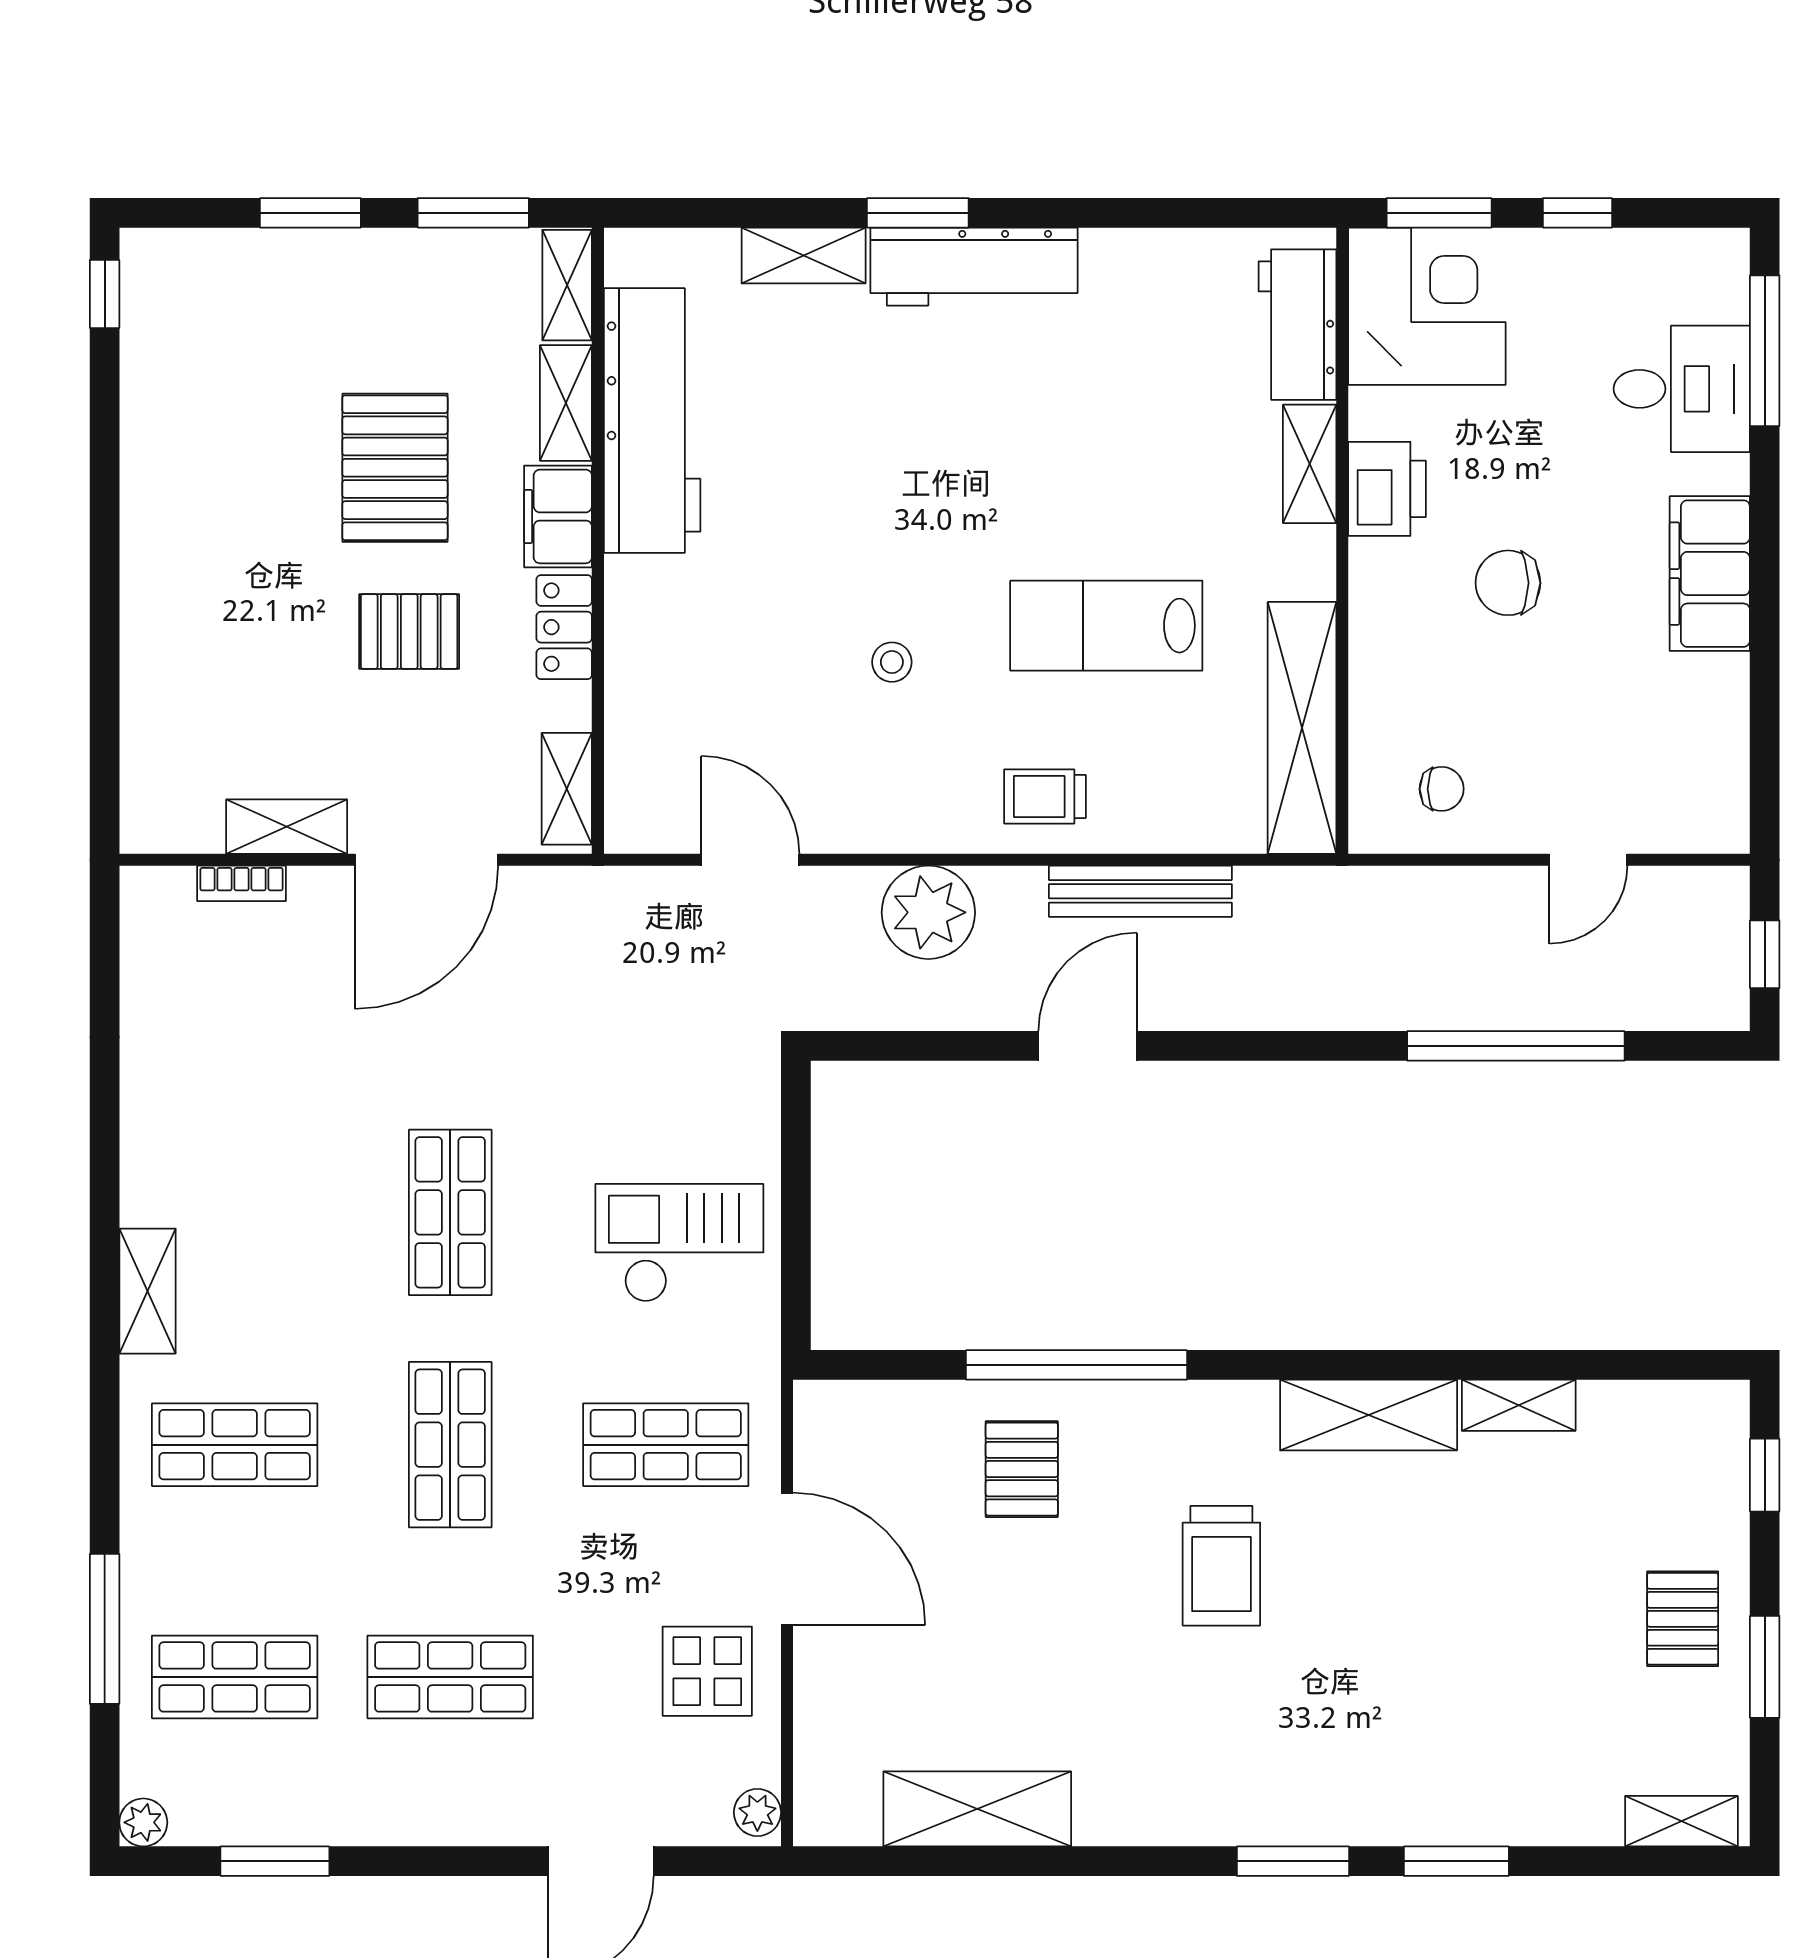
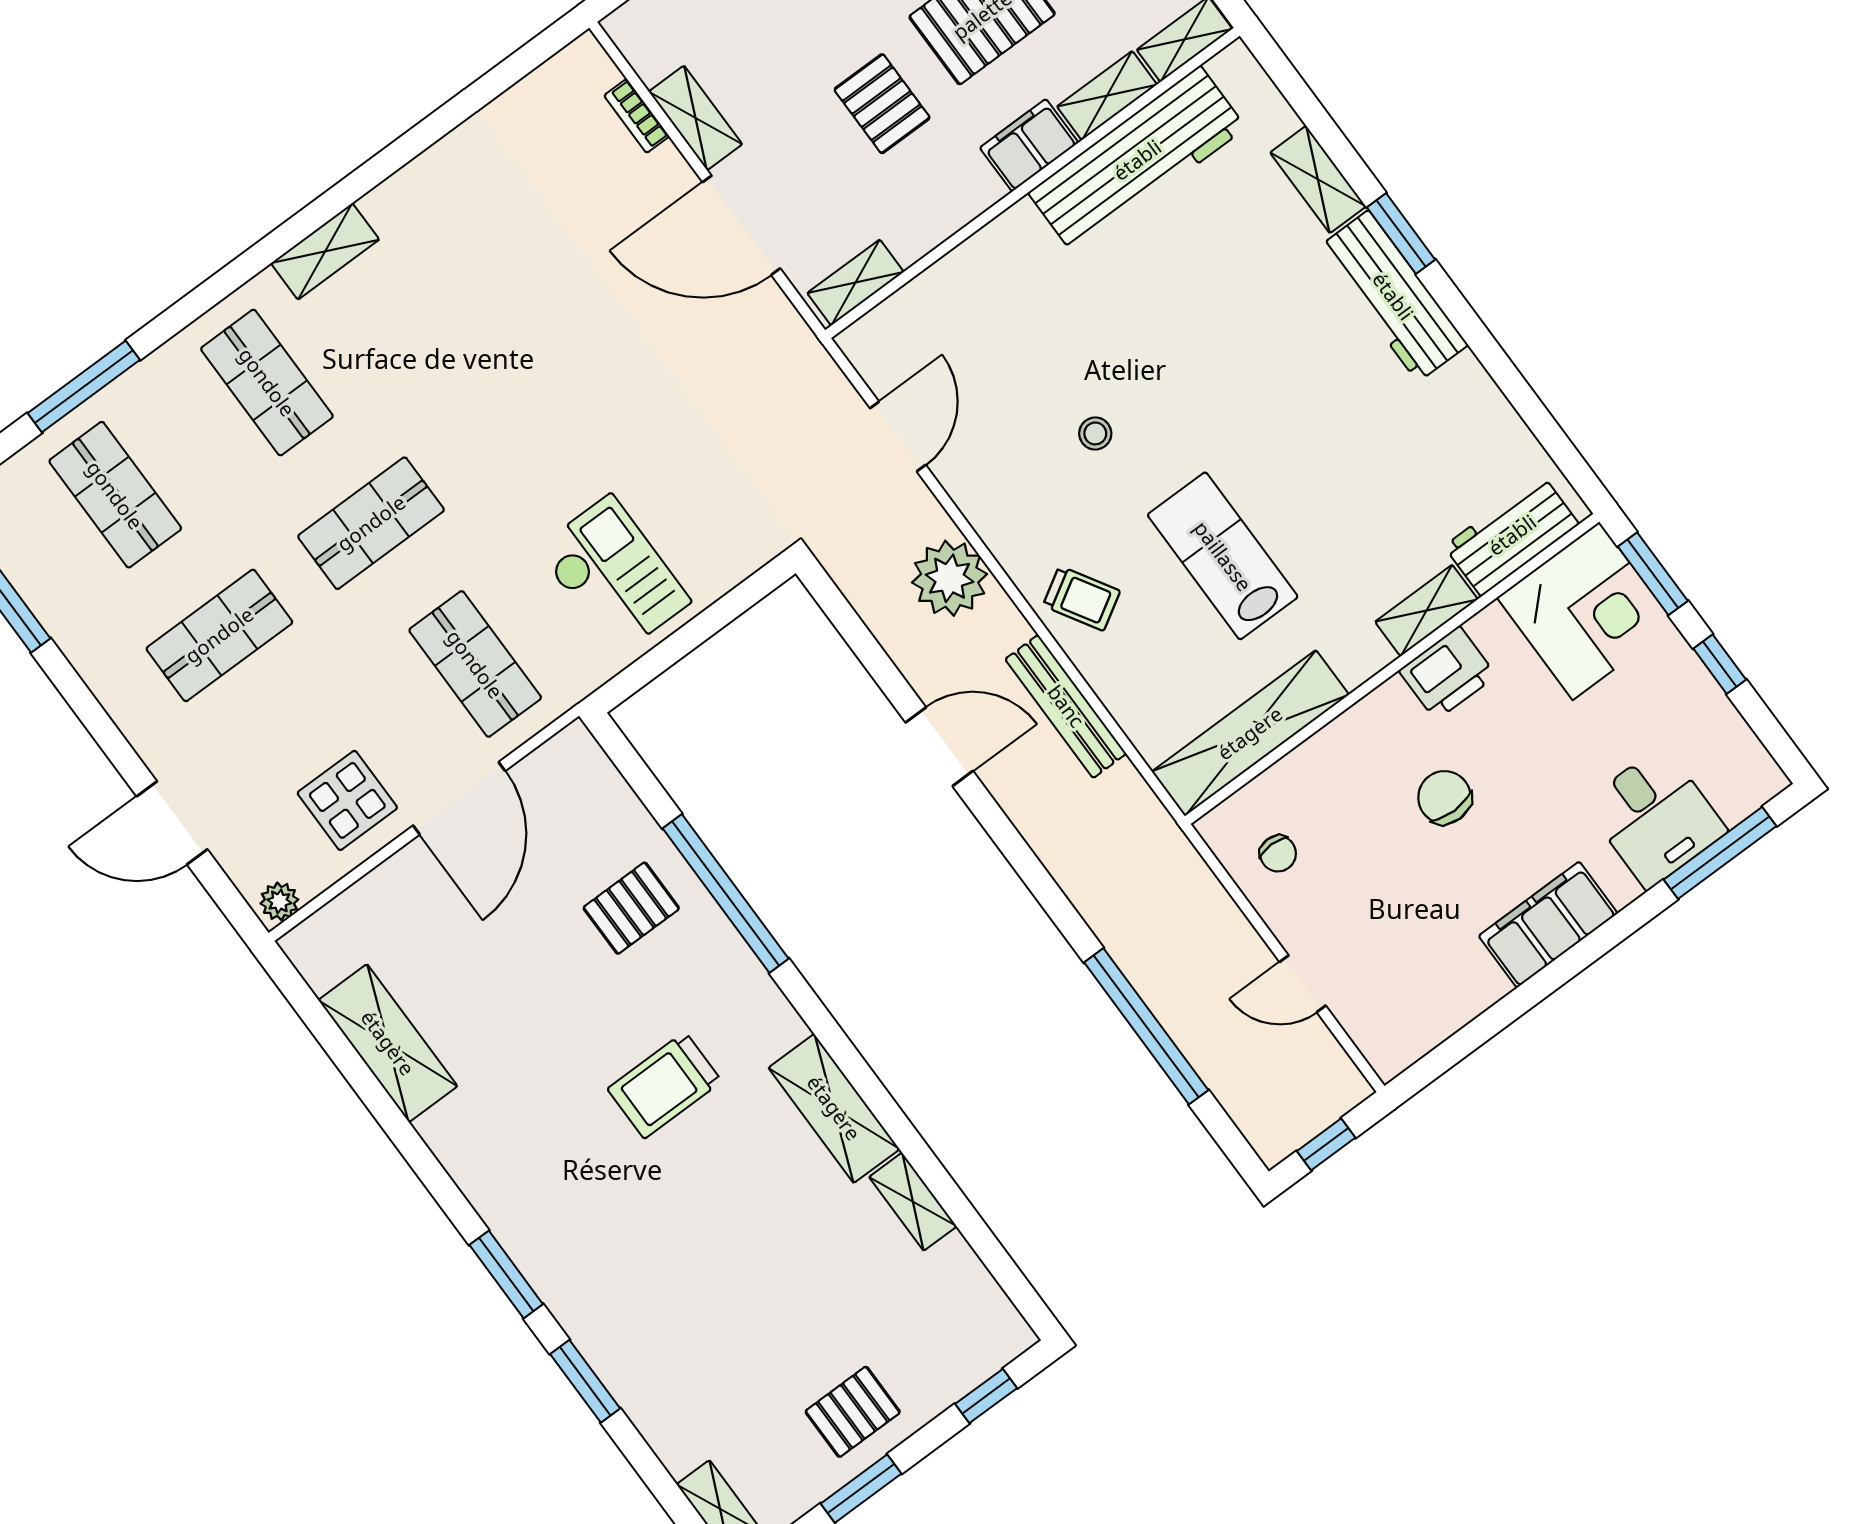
locker: (564, 627) -> (960, 203), removed
trolley: (1045, 796) -> (1081, 598), turned 149
shop shelf: (450, 1212) -> (523, 411), removed
shop shelf: (450, 1677) -> (219, 635), turned 90

